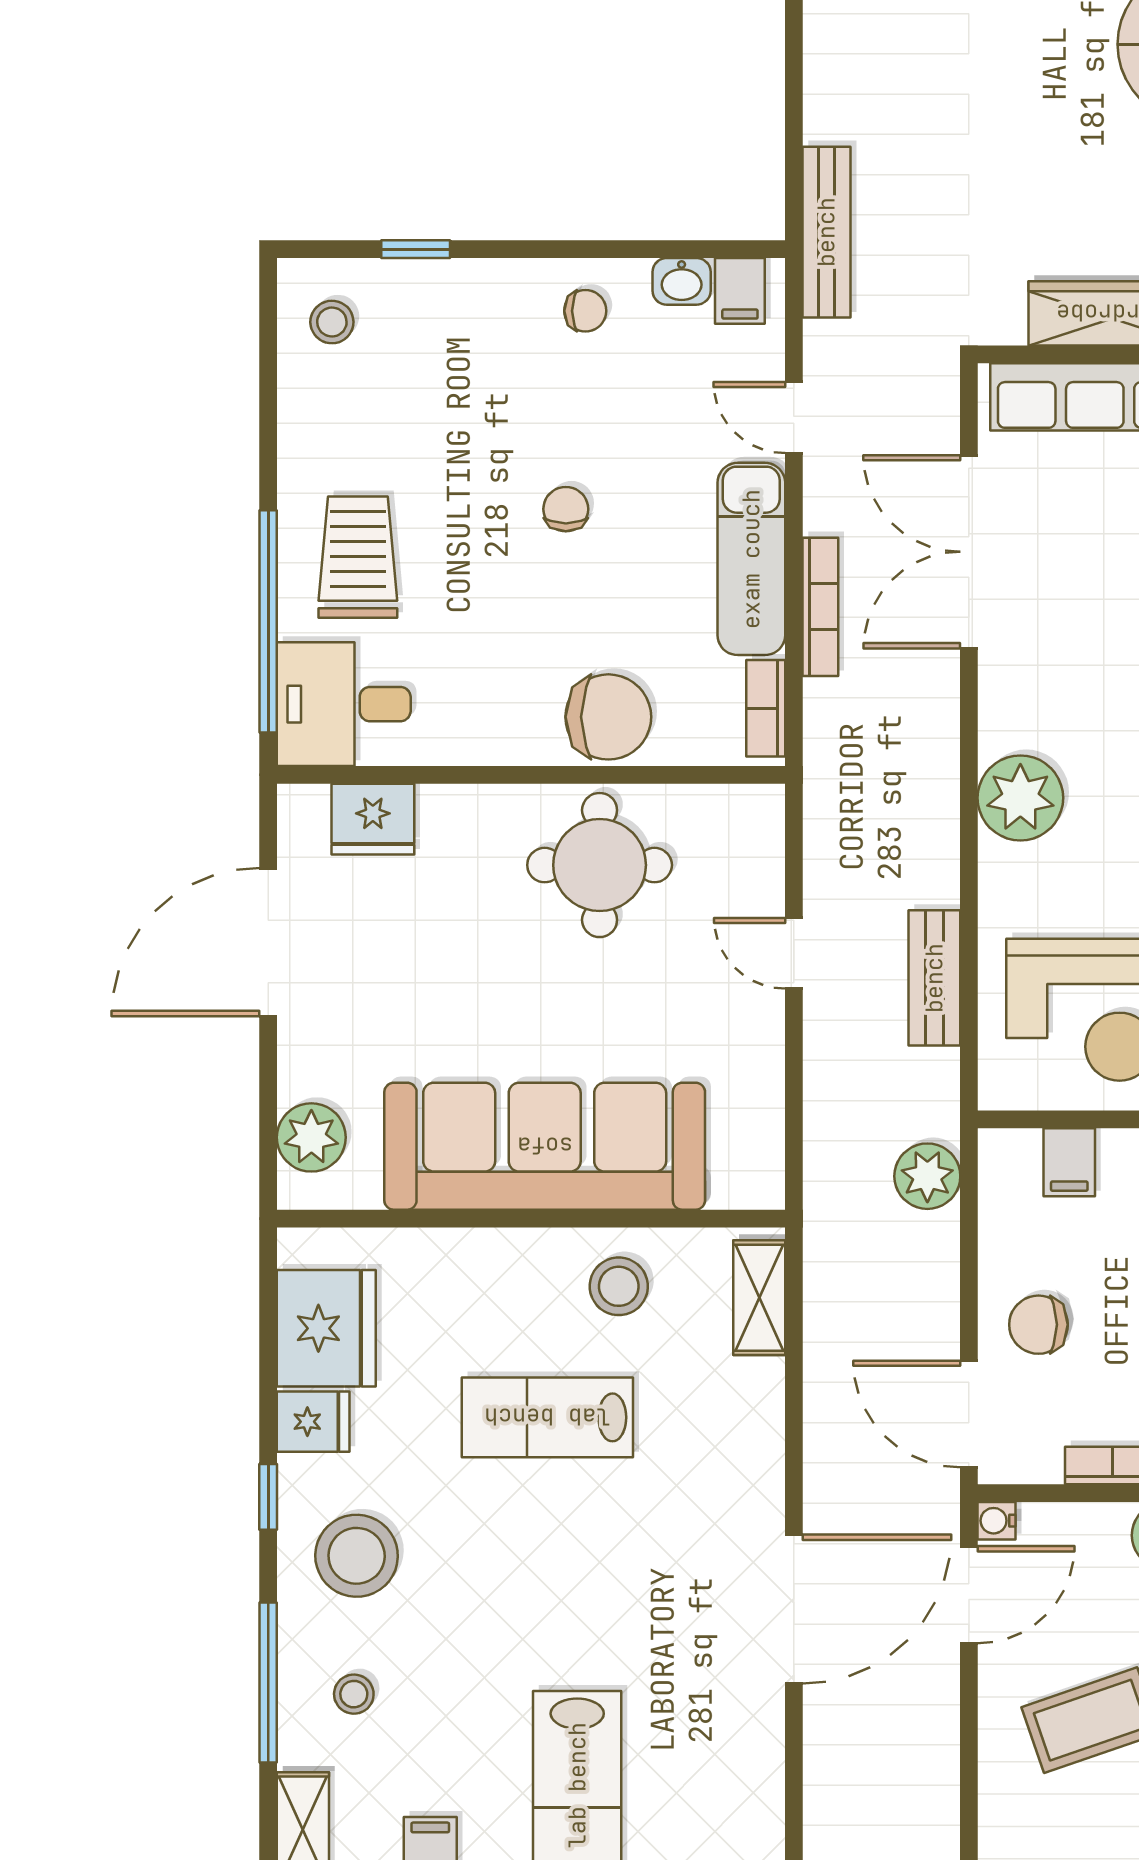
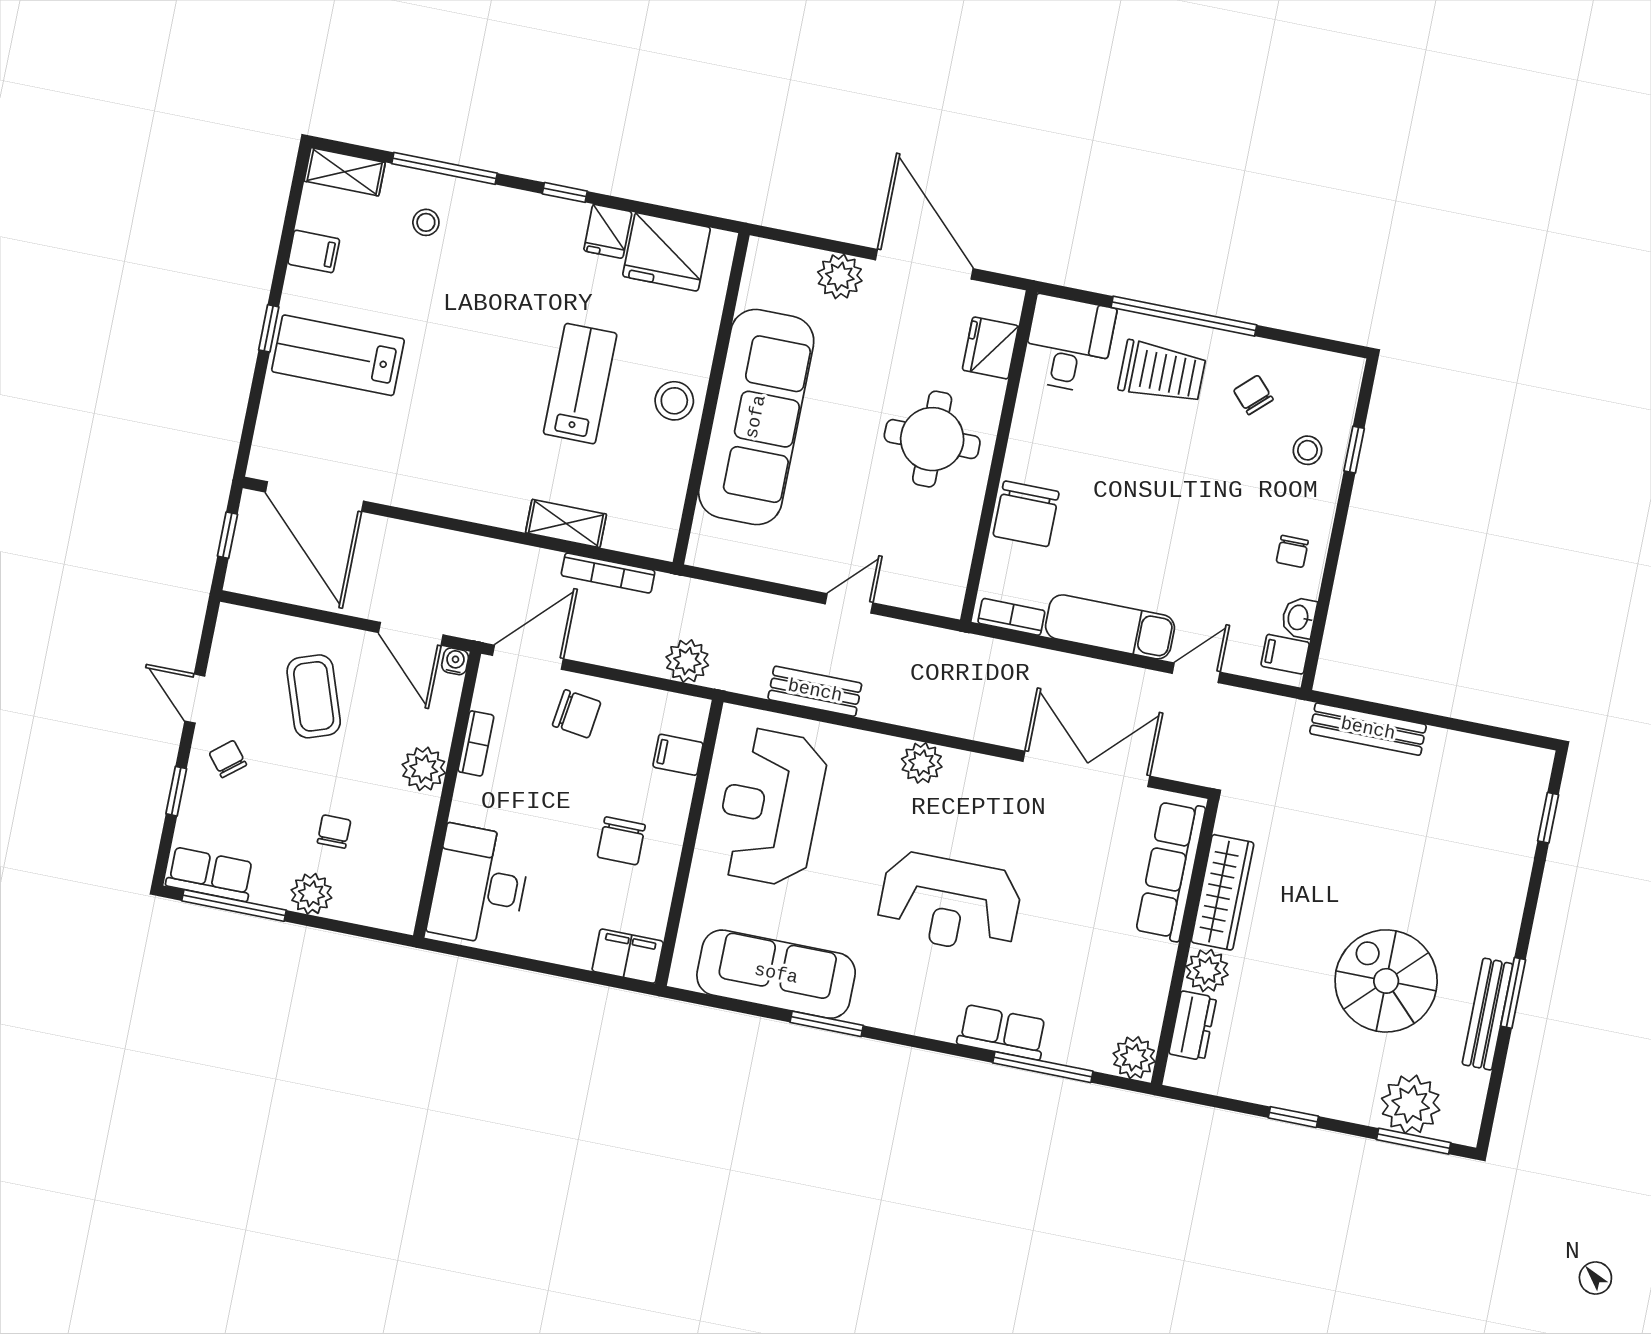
bench: (826, 232) -> (1368, 729), moved
stool: (332, 322) -> (1307, 450), moved
chair: (566, 509) -> (1253, 395), moved, turned -133
bookcase: (820, 607) -> (608, 573), moved
window: (268, 621) -> (1184, 316), moved
plant: (1020, 798) -> (922, 763), width x0.73, depth x0.73
round table: (600, 865) -> (932, 439), moved
plant: (311, 1137) -> (840, 276), moved
stool: (619, 1286) -> (674, 401), moved
shelving: (759, 1298) -> (566, 523), moved
chair: (1038, 1325) -> (577, 714), turned 98
stool: (357, 1556) -> (515, 242), removed
door: (794, 1609) -> (315, 497), moved

